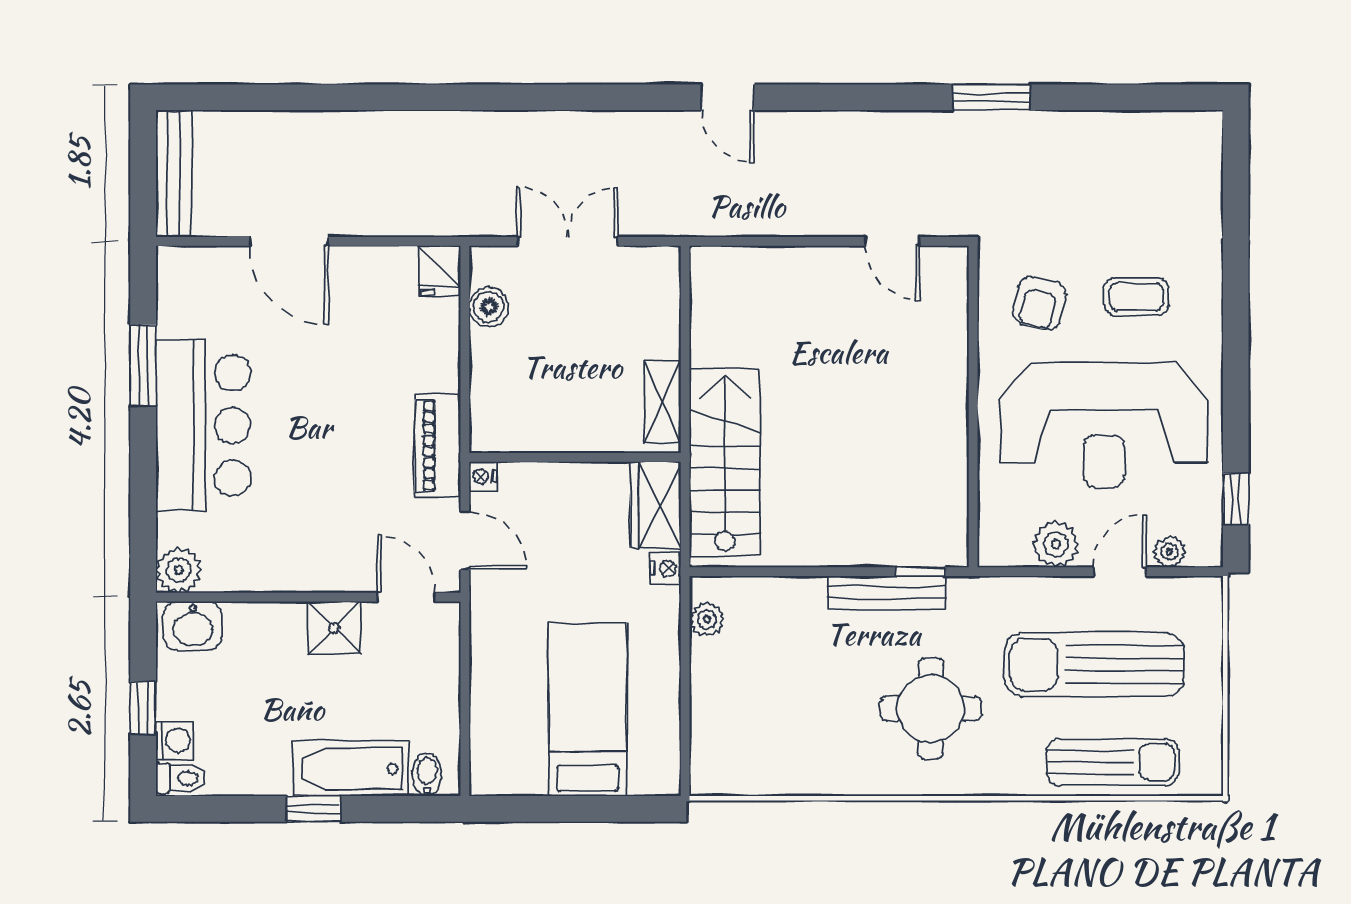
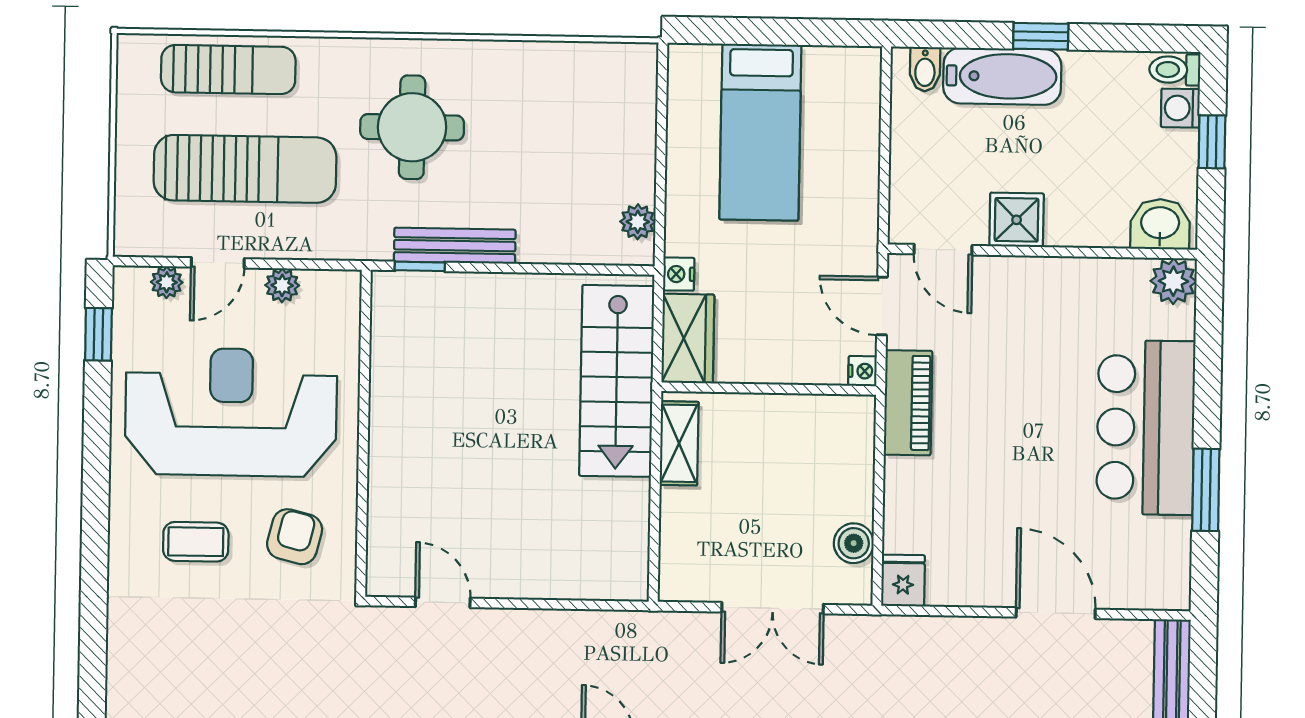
plant: (1056, 544) -> (282, 285), width x0.73, depth x0.73
sun lounger: (1113, 762) -> (228, 70), turned 180

